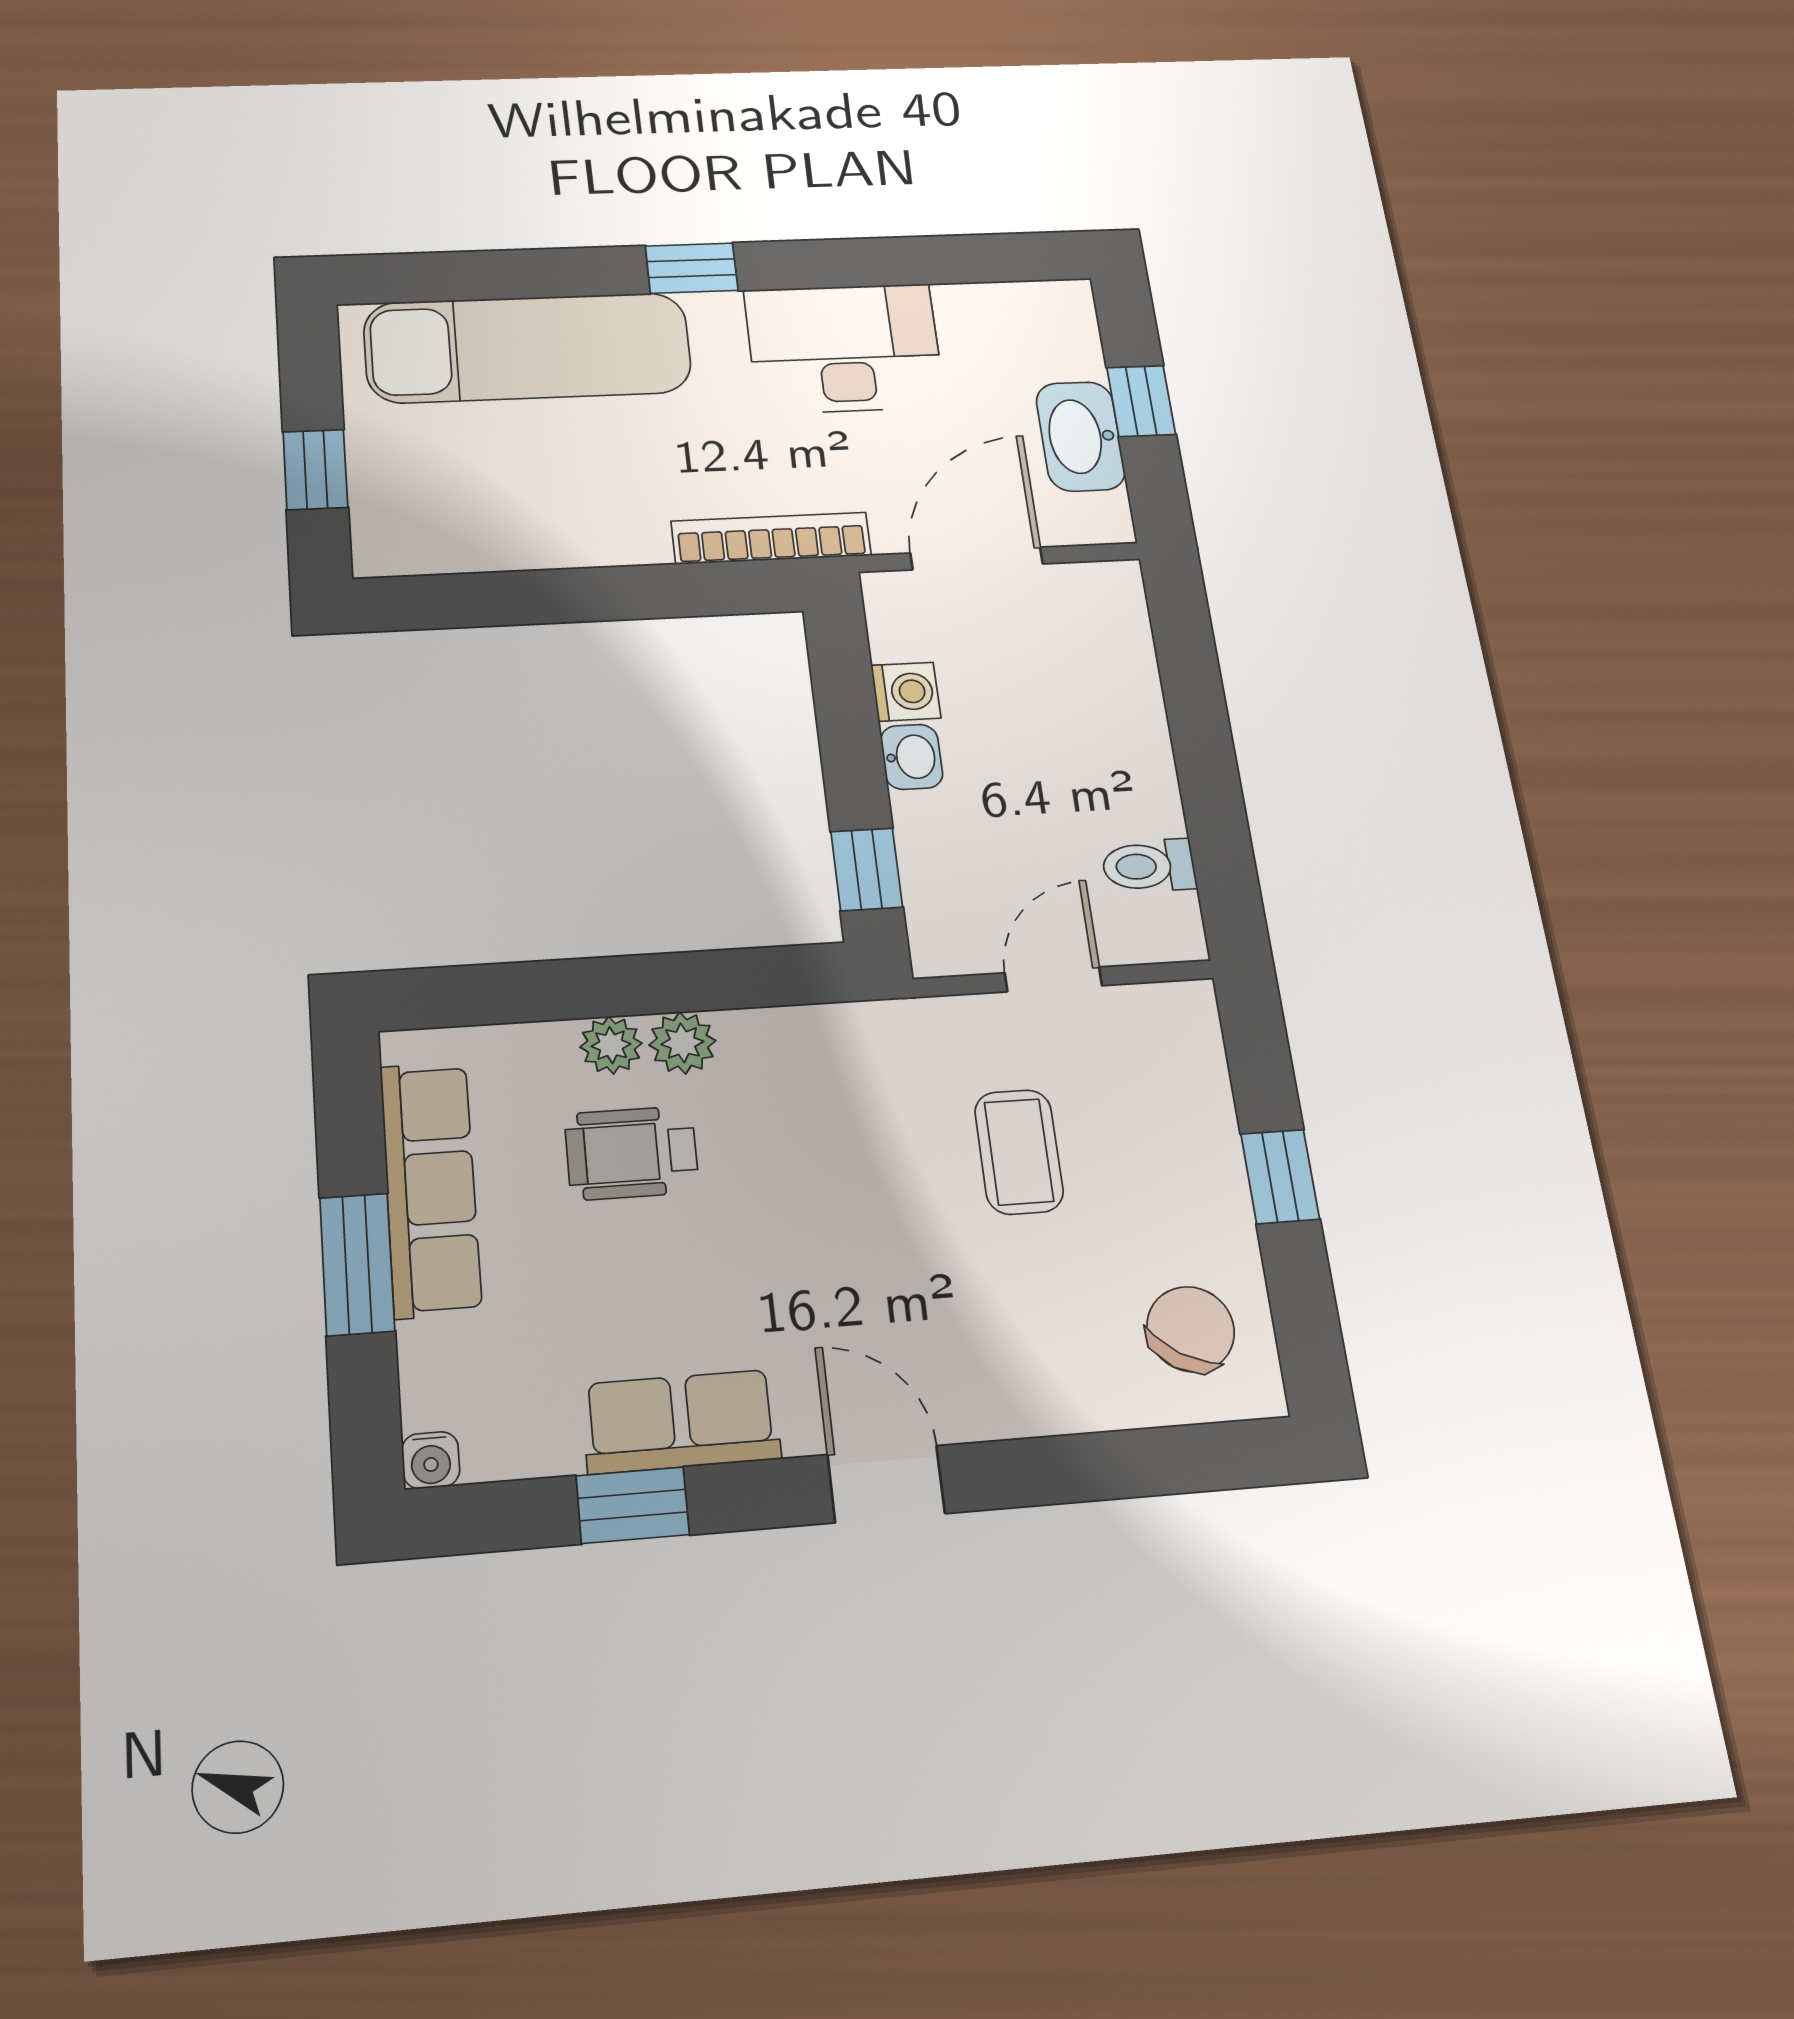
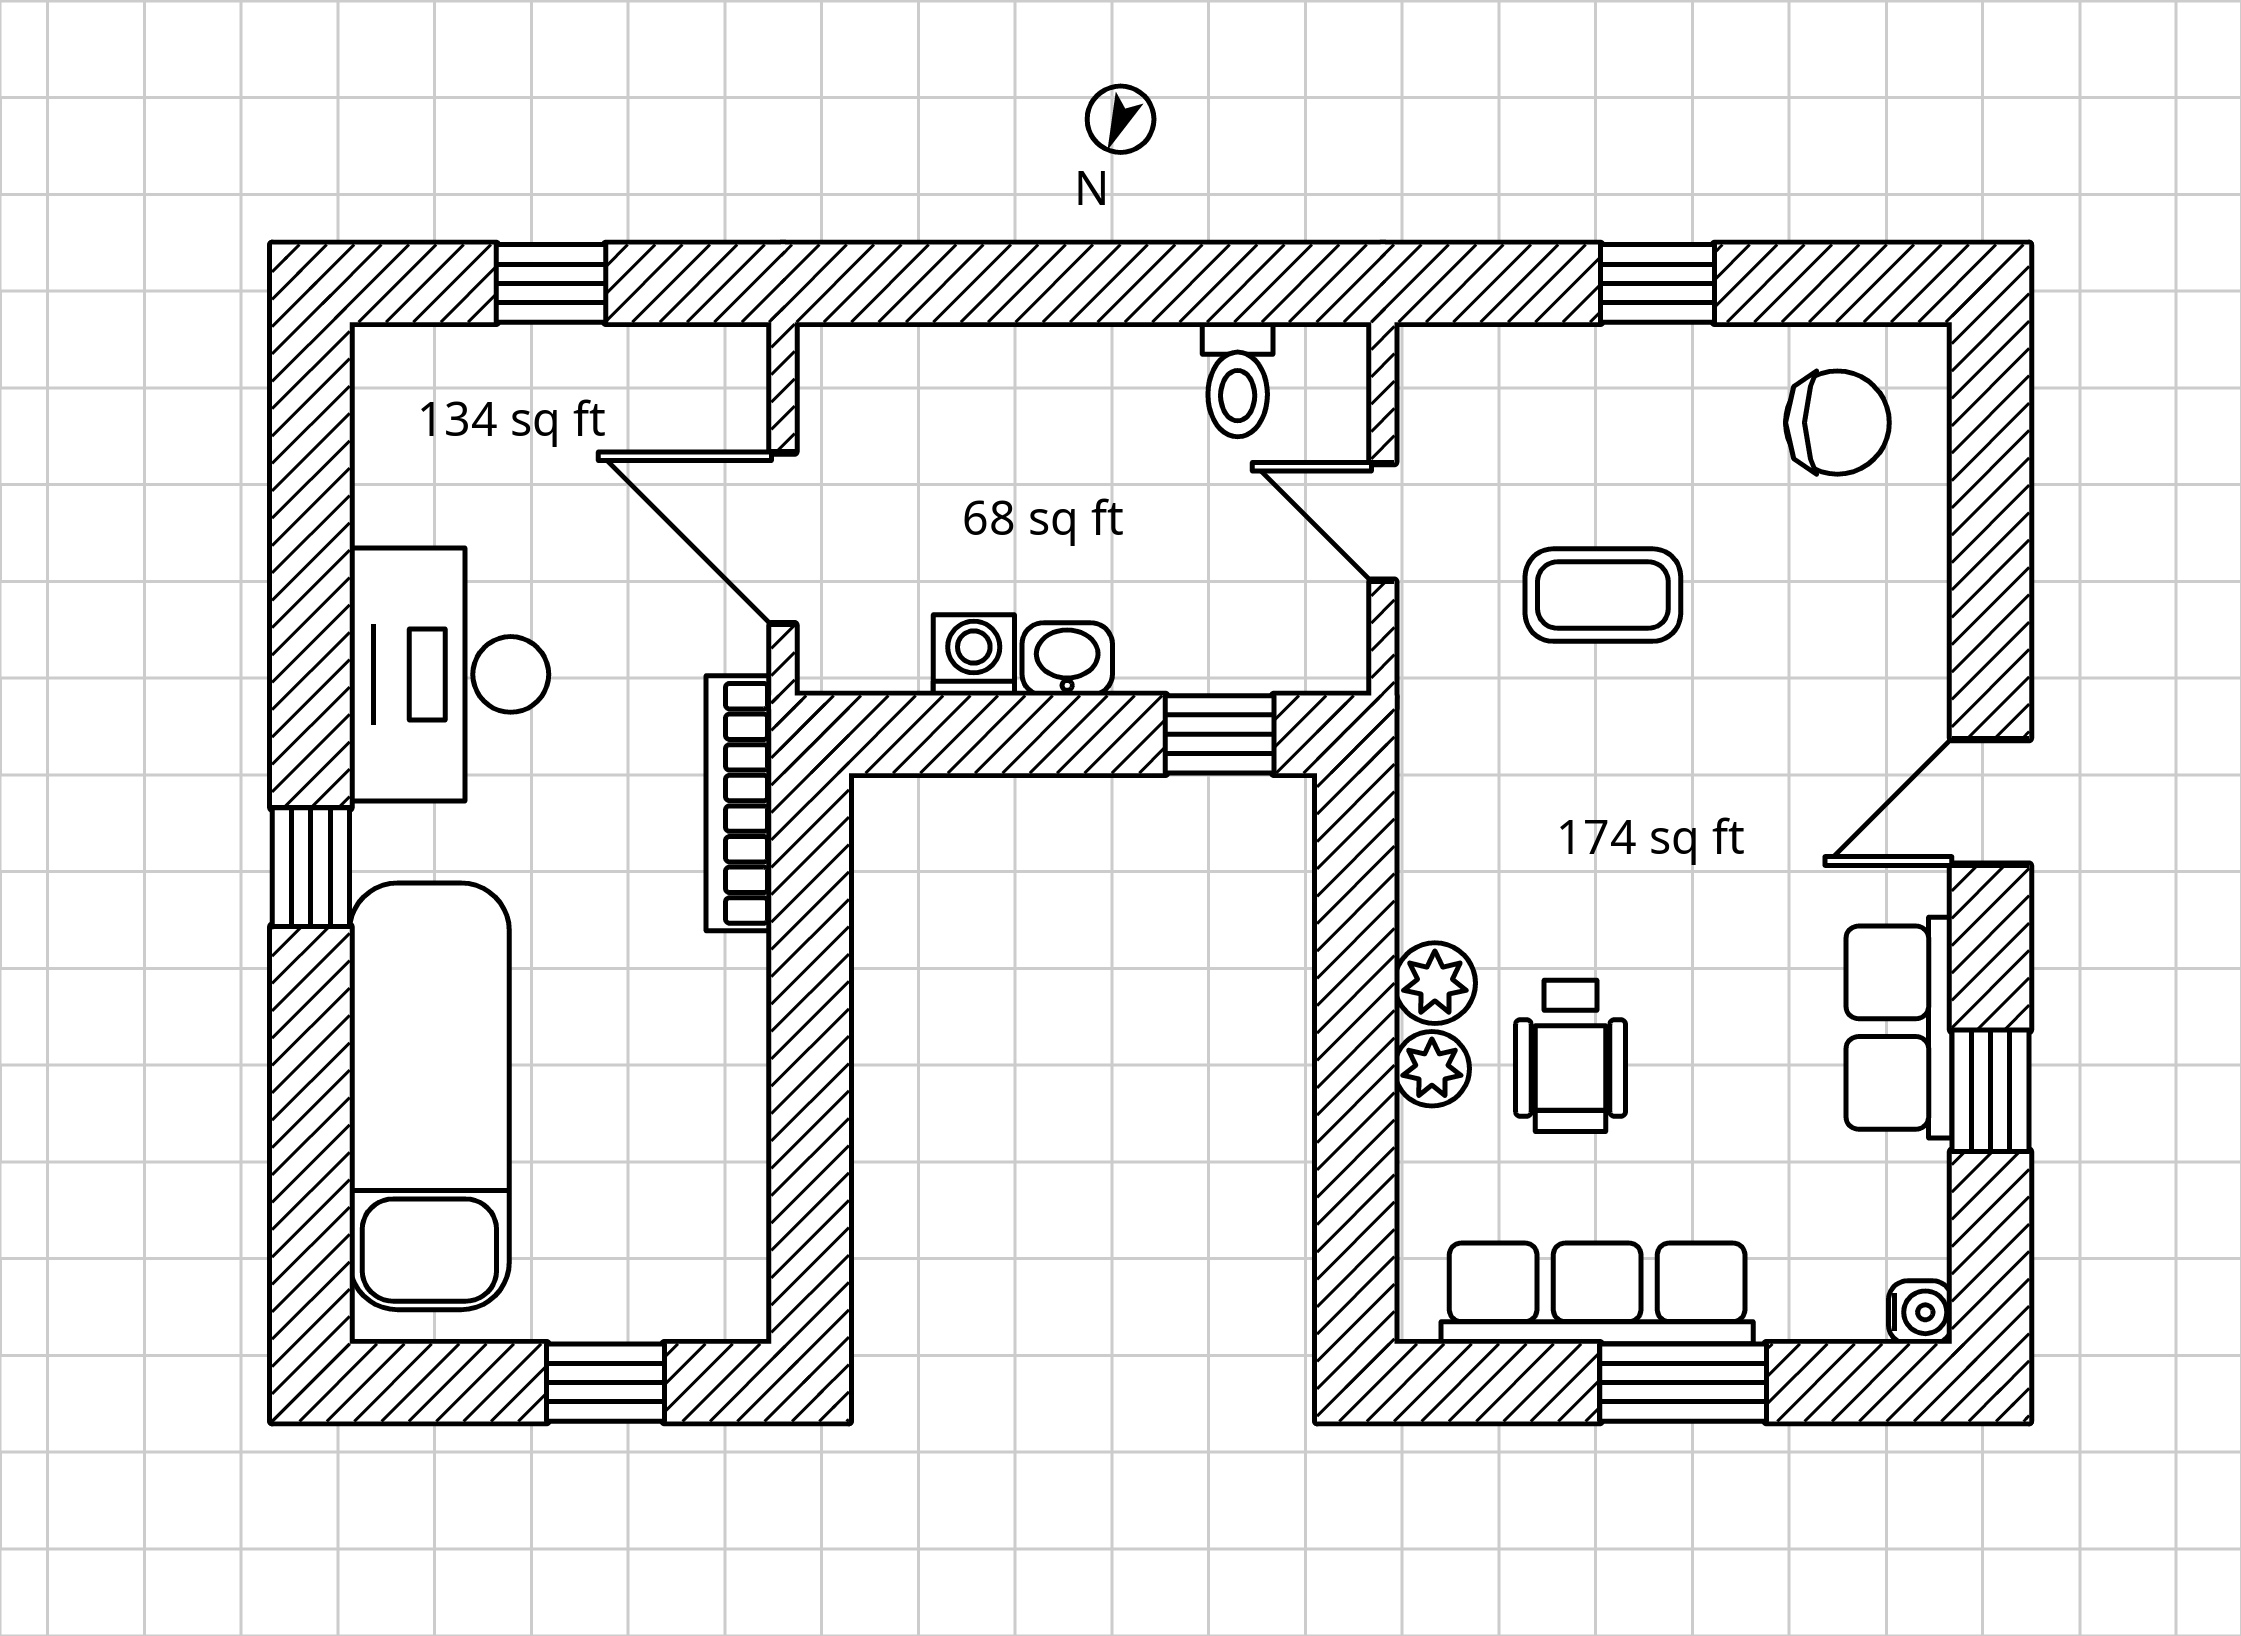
washbasin: (1081, 436) -> (603, 374), removed
chair: (1191, 1329) -> (1837, 423), turned 148

